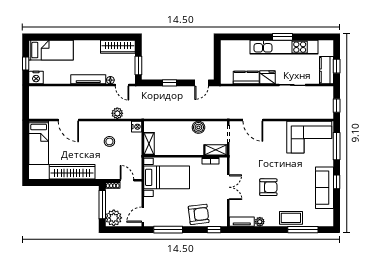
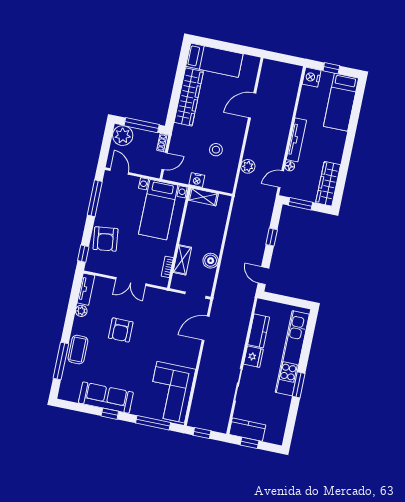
kitchen unit: (284, 47) -> (292, 353), moved
nightstand: (137, 127) -> (197, 180), moved
bed: (39, 143) -> (214, 60), moved, turned 180
shelving: (216, 150) -> (182, 260), moved

